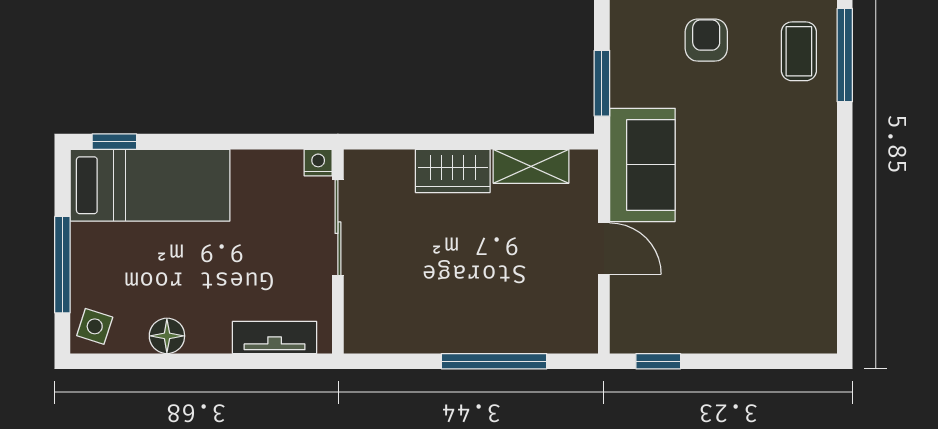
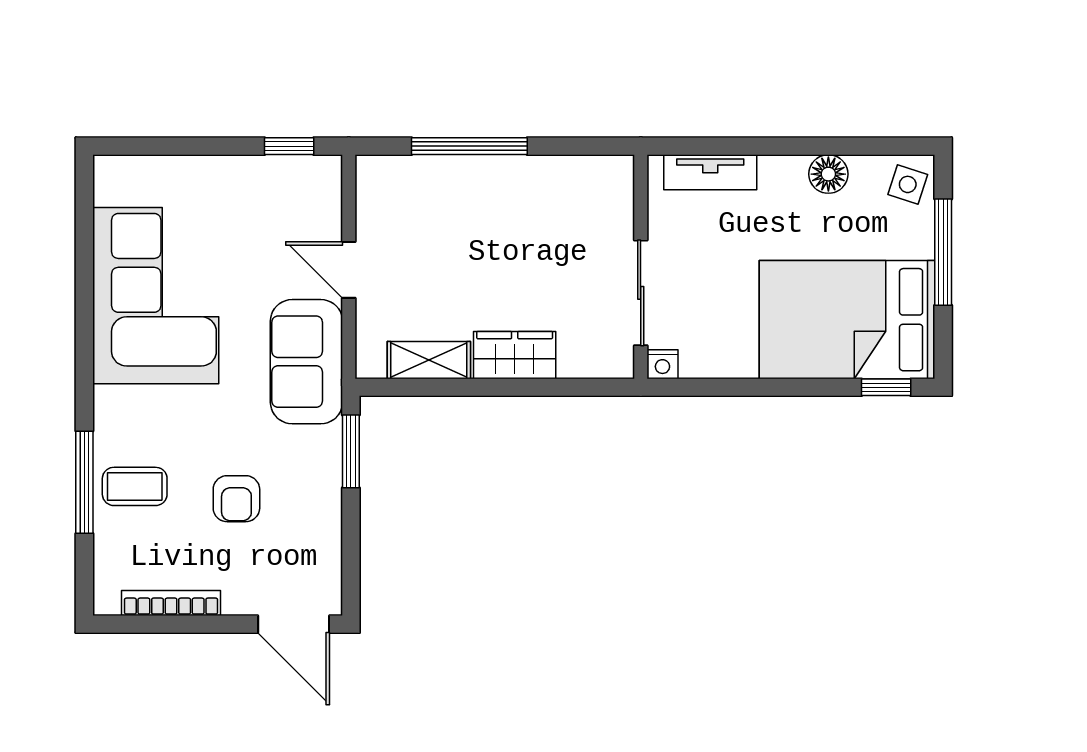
coffee table: (799, 51) -> (135, 486), turned 90
bed: (150, 185) -> (847, 320), width x1.50
corner sofa: (780, 225) -> (156, 296), added

